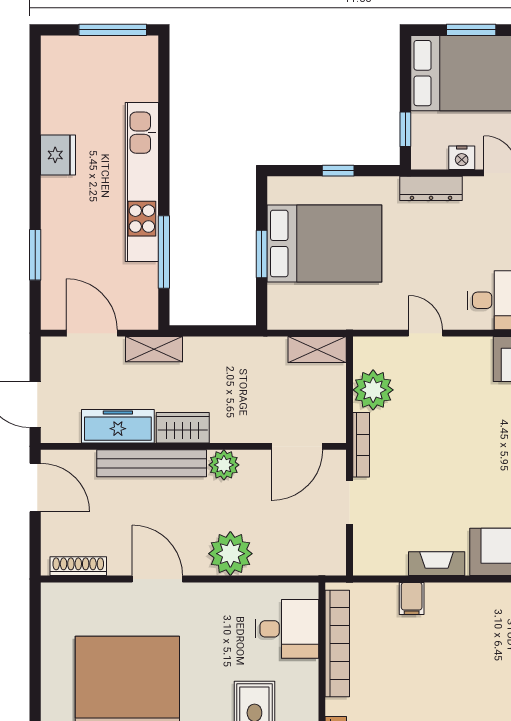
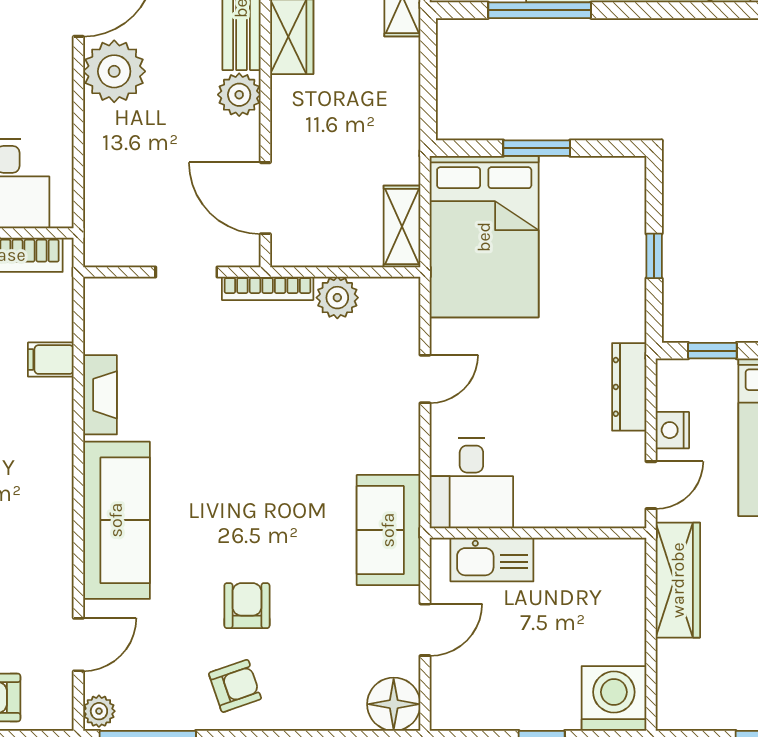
bed: (324, 243) -> (484, 237), moved
plant: (373, 390) -> (337, 298), width x0.73, depth x0.73
plant: (230, 554) -> (114, 71), moved

